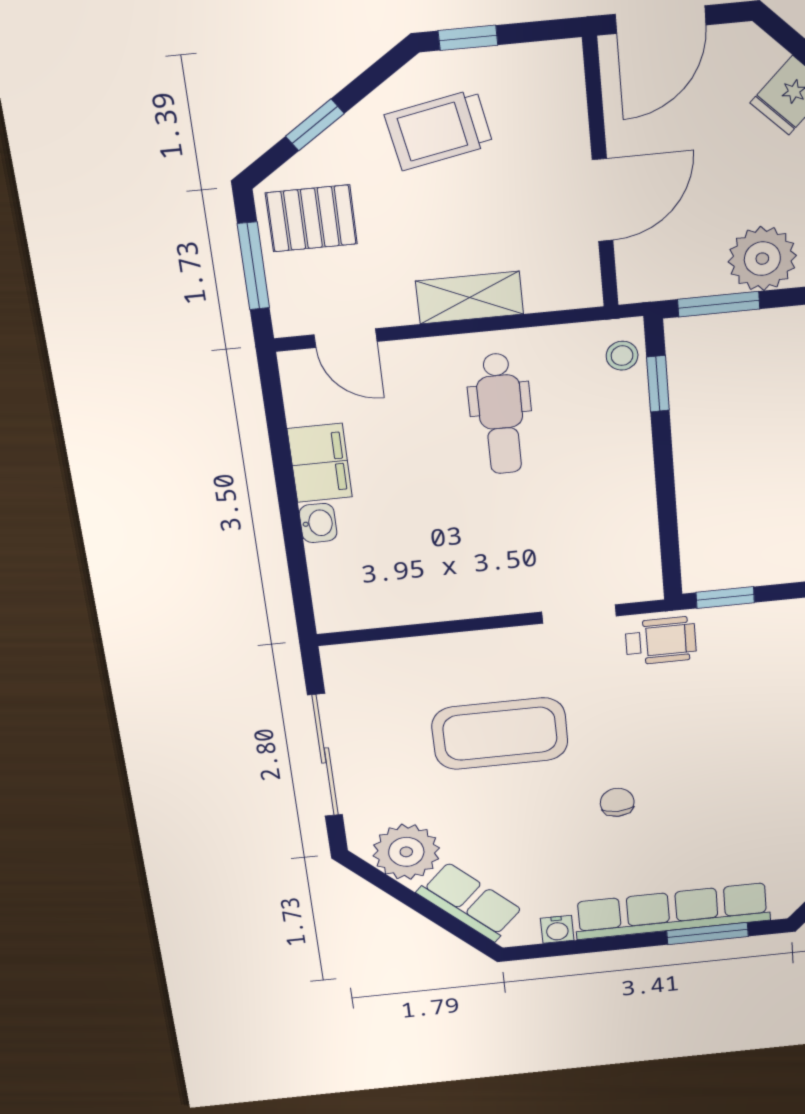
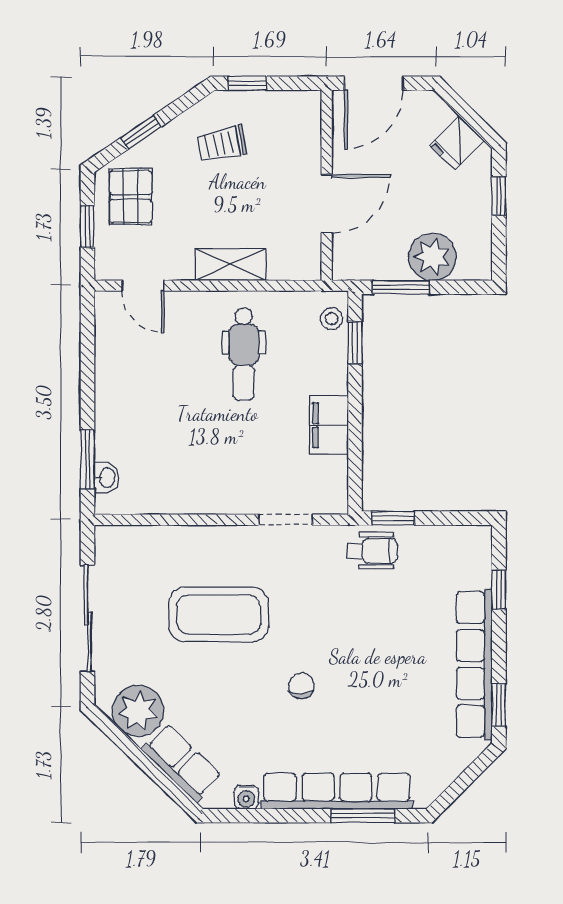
trolley: (439, 130) -> (222, 144), width x0.73, depth x0.72
pallet: (311, 218) -> (131, 197), turned 90
window: (253, 266) -> (87, 227), width x0.67
filing cabinet: (320, 463) -> (329, 425), moved, turned 180
washbasin: (318, 523) -> (106, 478), moved
window: (298, 568) -> (87, 460), added
wheelchair: (661, 641) -> (372, 551), moved

